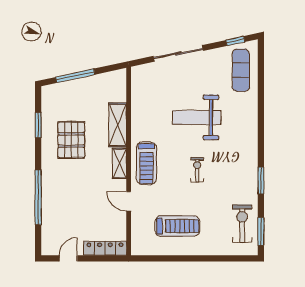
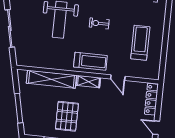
shelving: (118, 125) -> (51, 79), width x1.47
pallet: (71, 140) -> (67, 116), turned 90
door: (129, 201) -> (118, 78), hinge flipped

